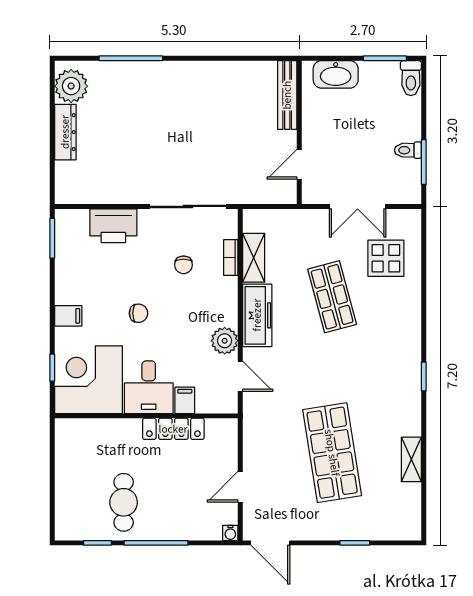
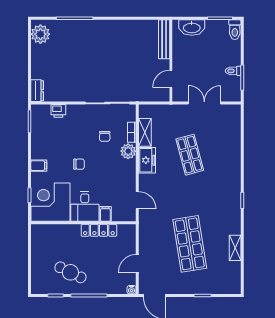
dresser: (65, 132) -> (37, 91), moved, width x0.70
double door: (358, 206) -> (204, 103), swing flipped
printer: (113, 226) -> (58, 111), width x0.53, depth x0.68
display table: (386, 258) -> (221, 133), removed
freezer: (257, 315) -> (147, 160), width x0.71
plant: (225, 341) -> (128, 151), moved
cafe table: (124, 502) -> (70, 272), turned -64

